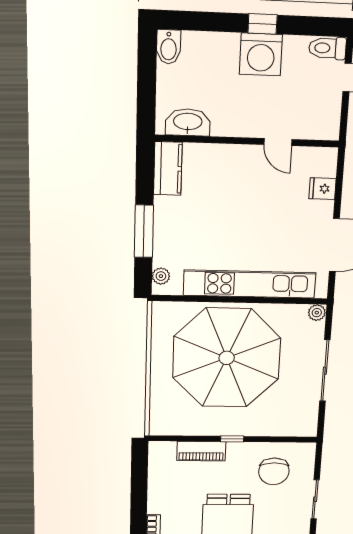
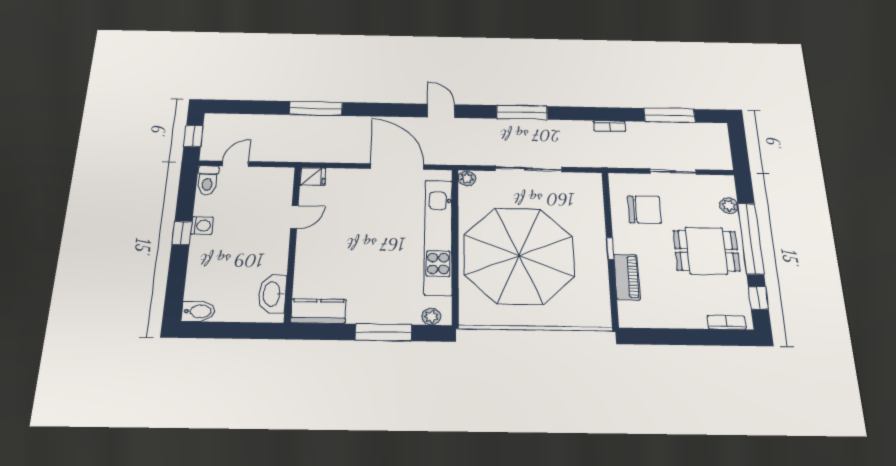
washing machine: (261, 54) -> (202, 226), width x0.53, depth x0.53
fridge: (322, 189) -> (313, 177), moved, turned -90

